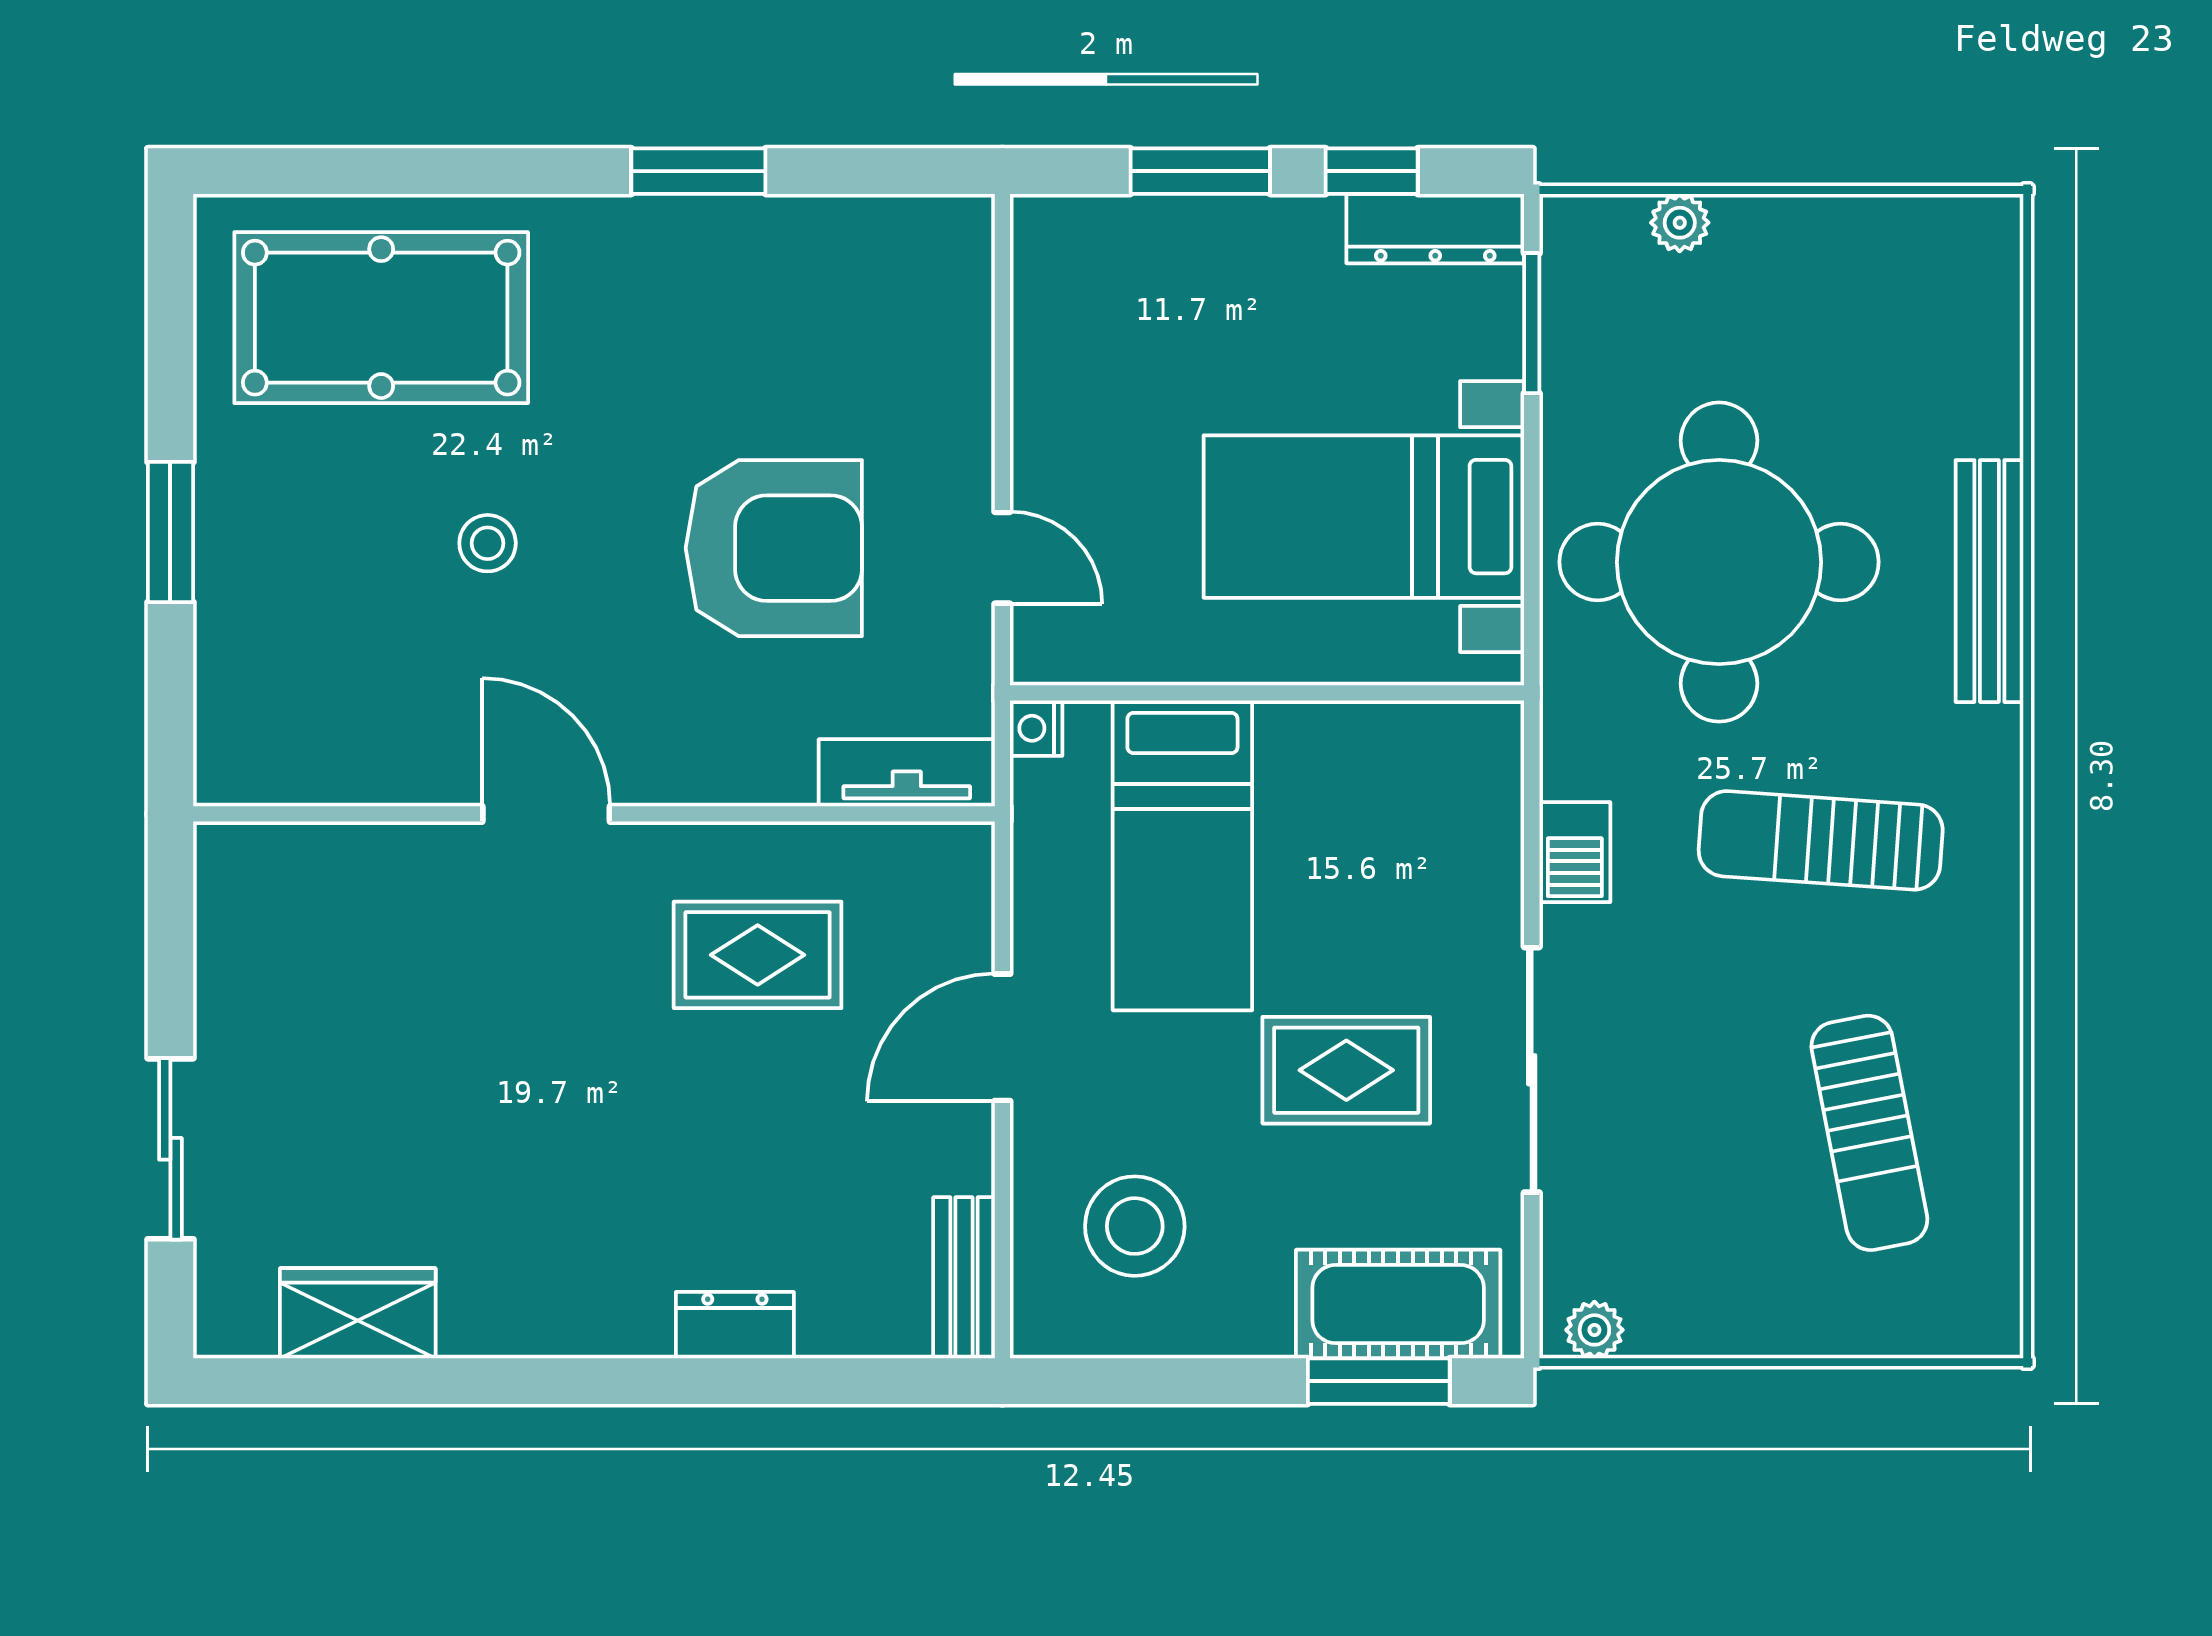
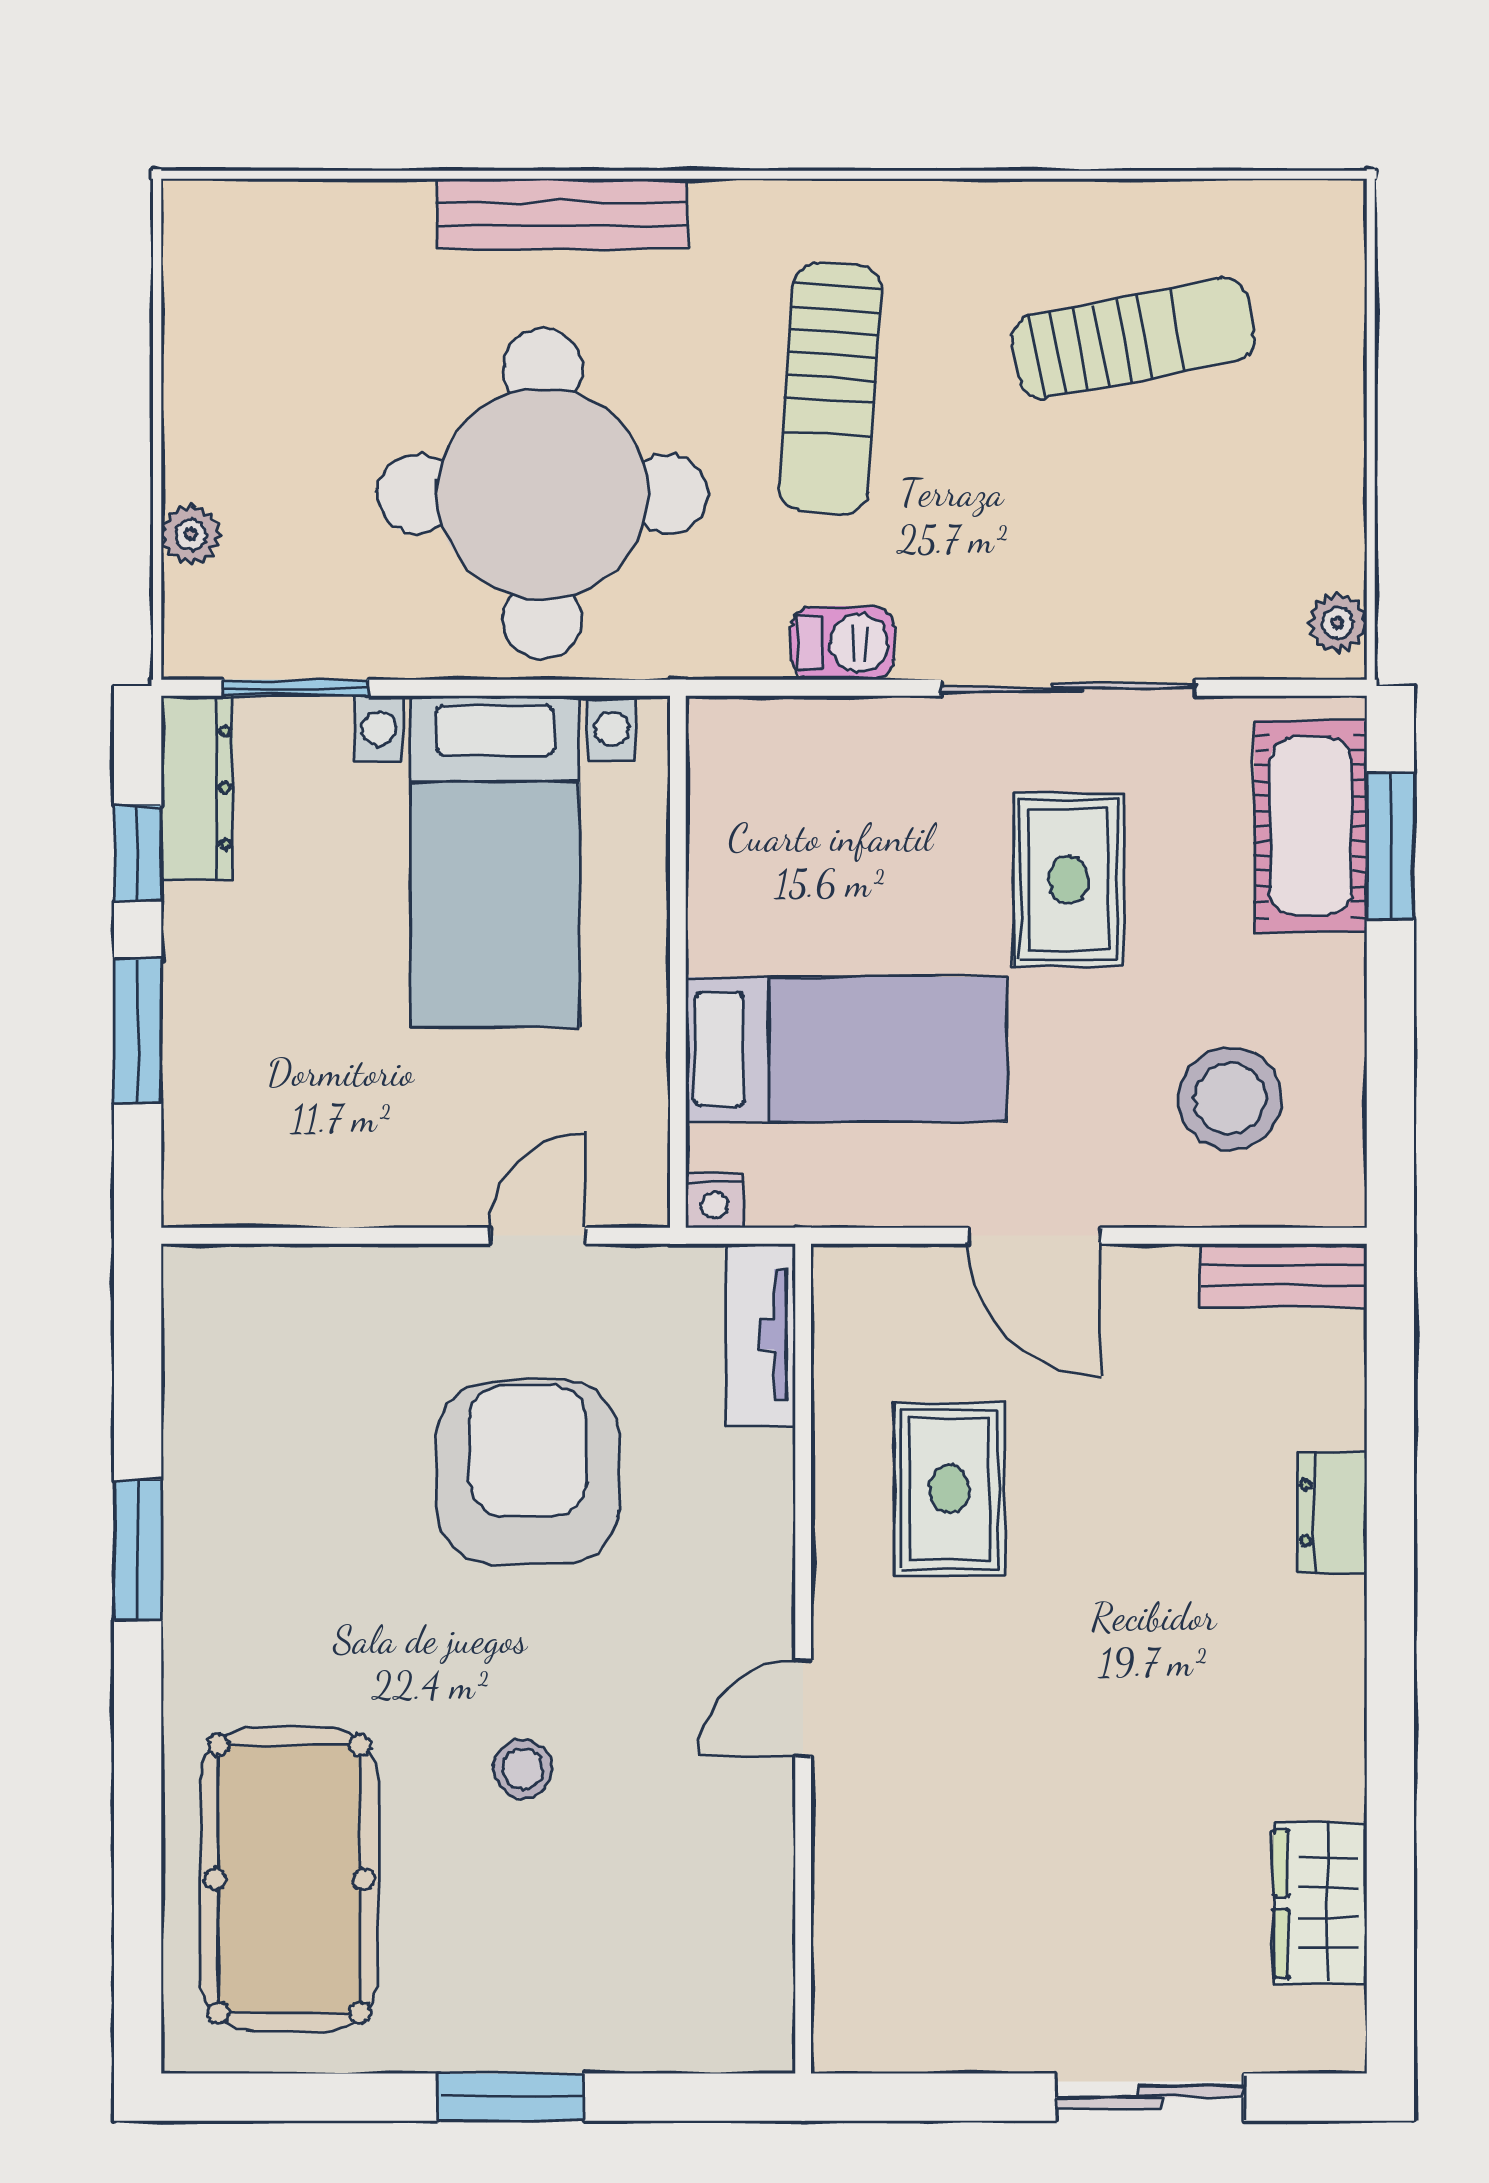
door: (546, 814) -> (803, 1708), width x0.73

